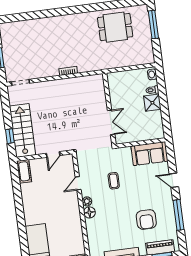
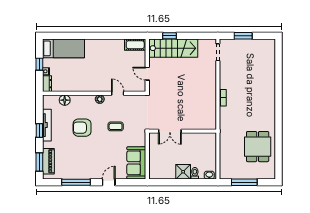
window: (153, 25) -> (244, 182), moved
floor lamp: (89, 212) -> (65, 100), moved
armchair: (146, 219) -> (82, 128), moved

